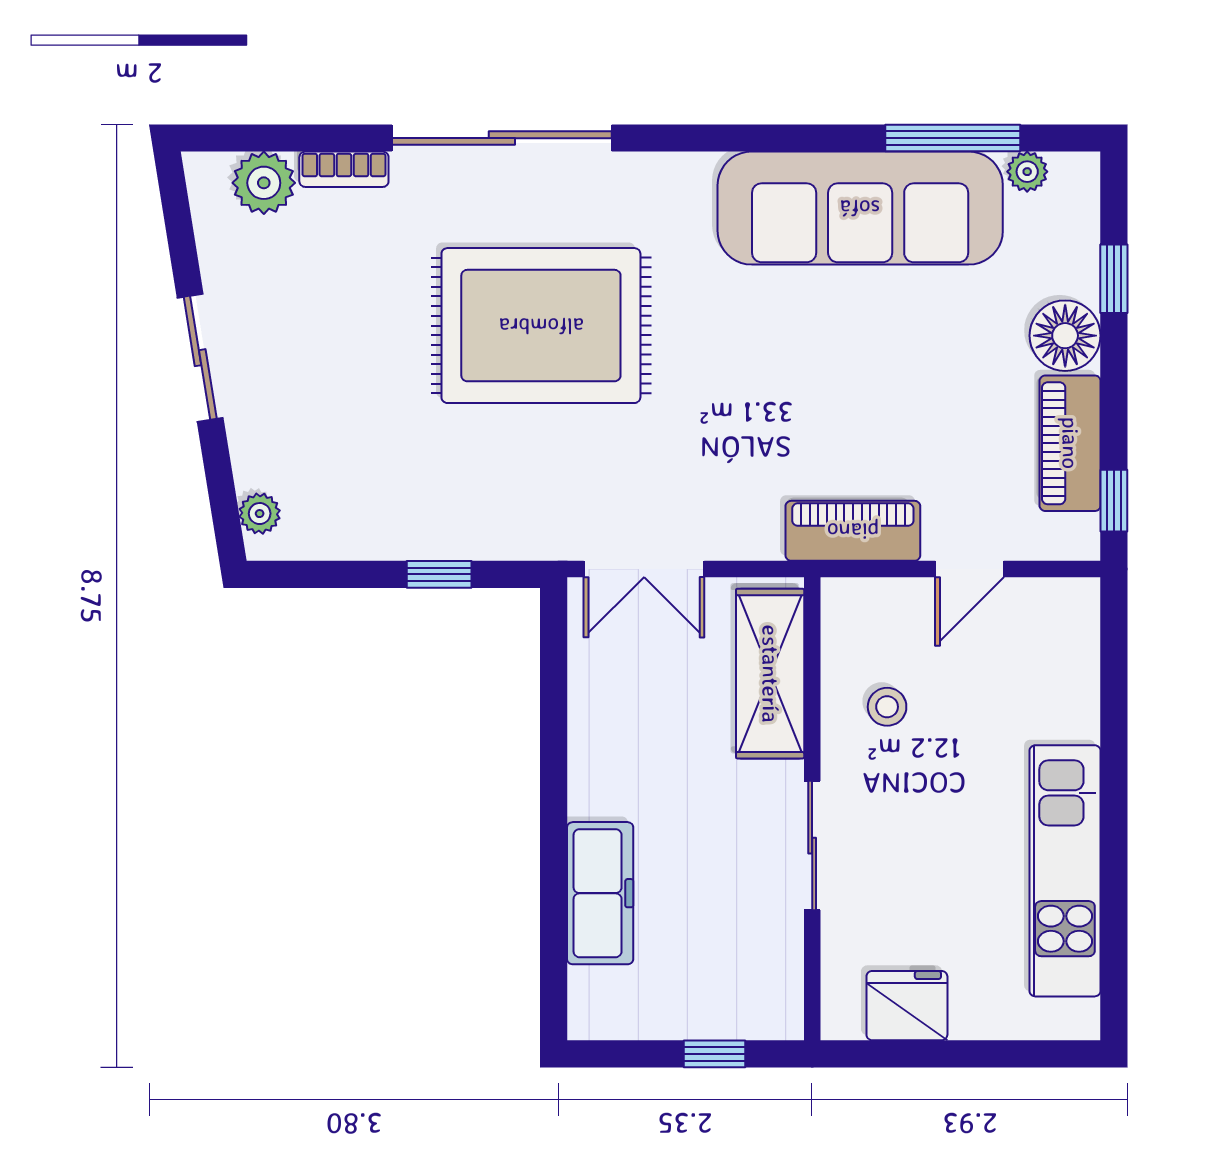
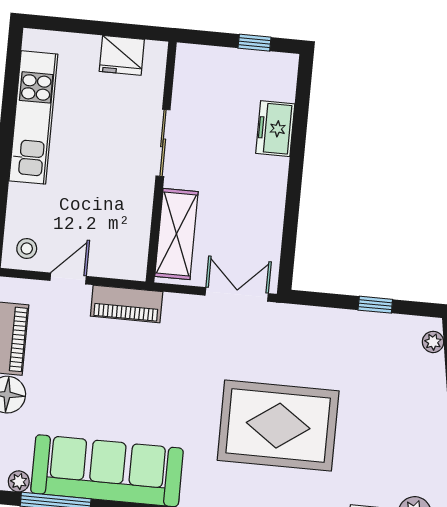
window: (439, 574) -> (375, 305), moved
stool: (887, 707) -> (27, 248), moved
freezer: (600, 893) -> (275, 129), width x0.71
window: (715, 1054) -> (254, 43), moved

